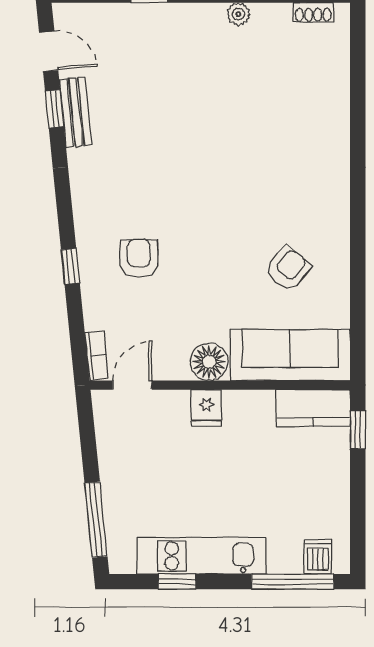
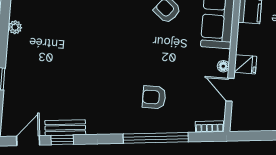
window: (70, 266) -> (156, 138), width x3.17
floor lamp: (209, 362) -> (223, 66), width x0.53, depth x0.53
door: (132, 385) -> (230, 90), moved

